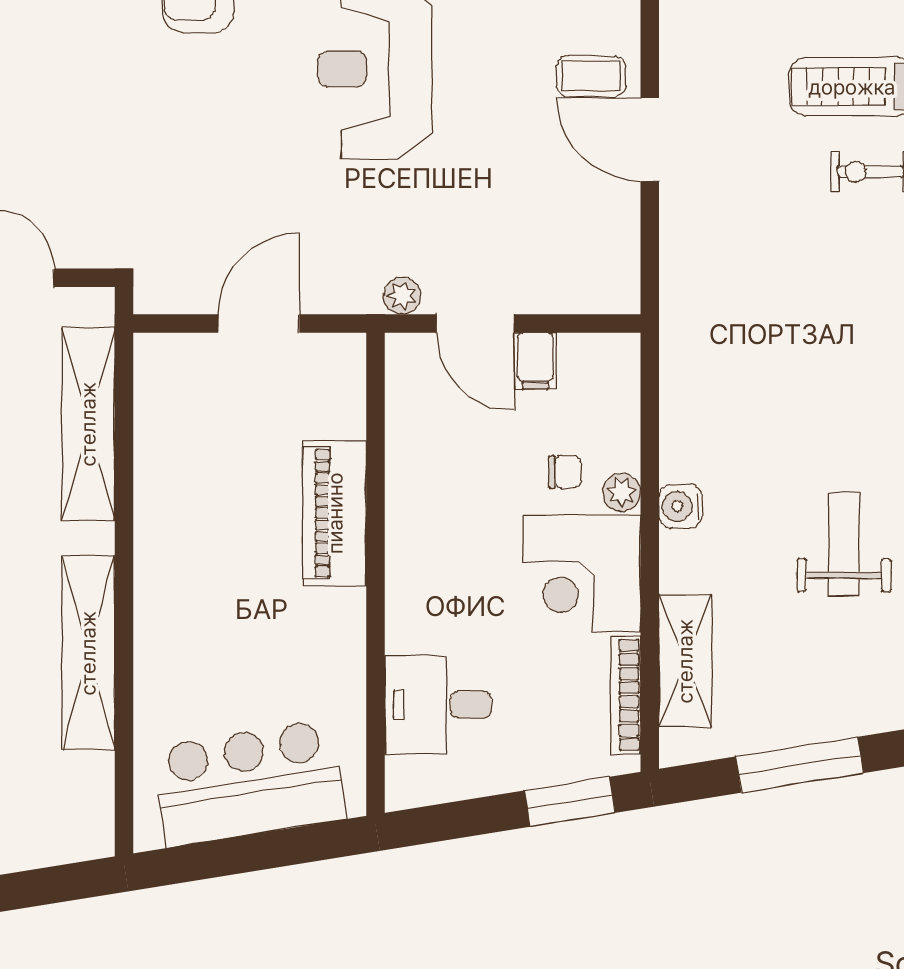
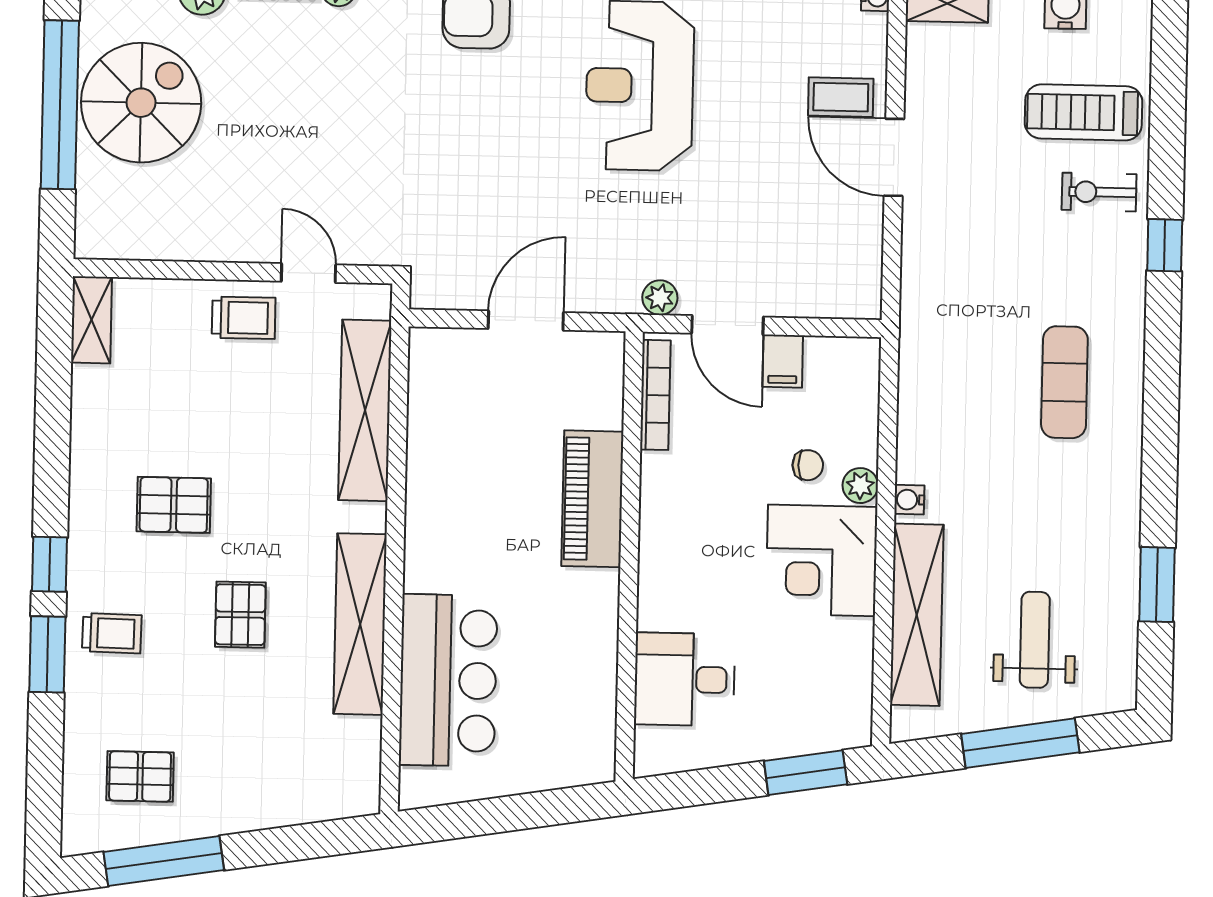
exercise mat: (838, 377) -> (1064, 382), added
water cooler: (681, 506) -> (909, 500), width x0.72, depth x0.72
weight bench: (844, 544) -> (1035, 640), moved
shelving: (685, 661) -> (917, 615), width x1.47
bookcase: (625, 695) -> (655, 395), moved, turned 180
bar counter: (249, 783) -> (448, 680), moved, turned 99

